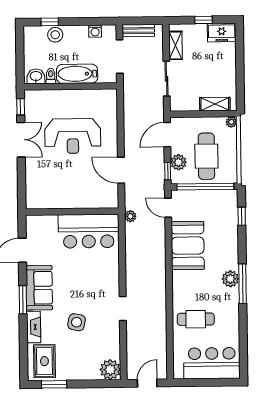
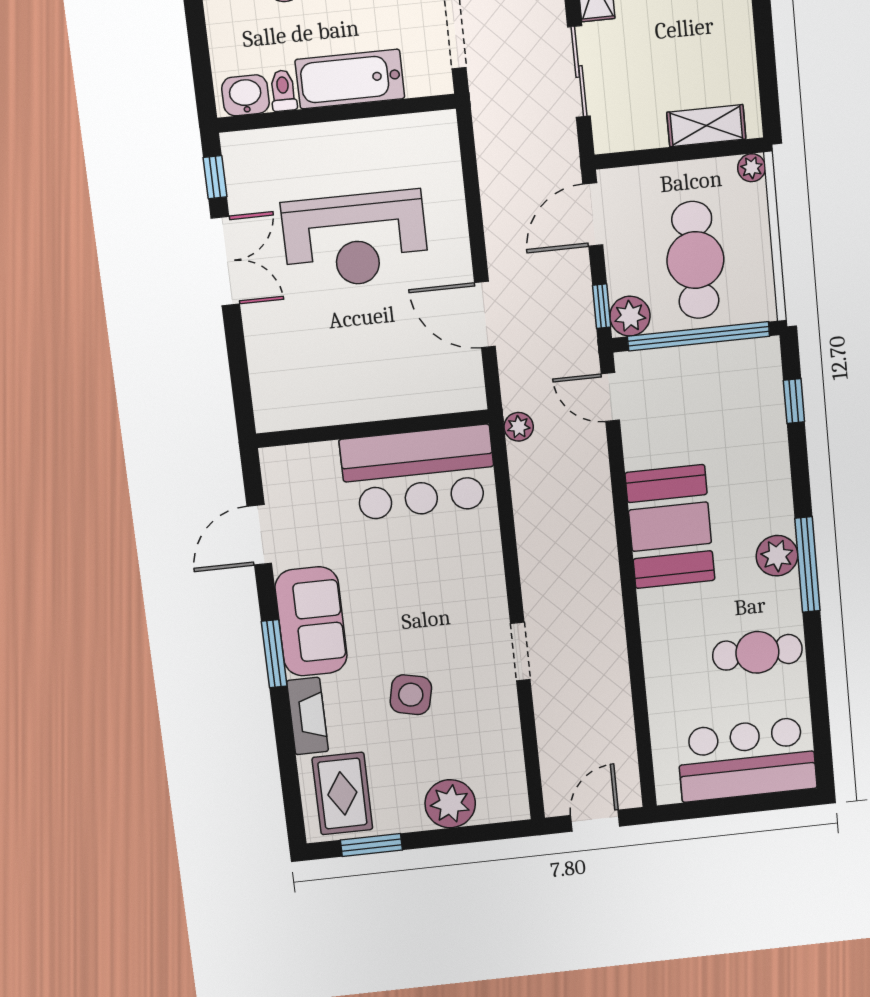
plant: (178, 162) -> (630, 316), moved
booth: (188, 246) -> (670, 527), moved
cafe table: (196, 319) -> (757, 652), moved
plant: (110, 370) -> (450, 804), moved

